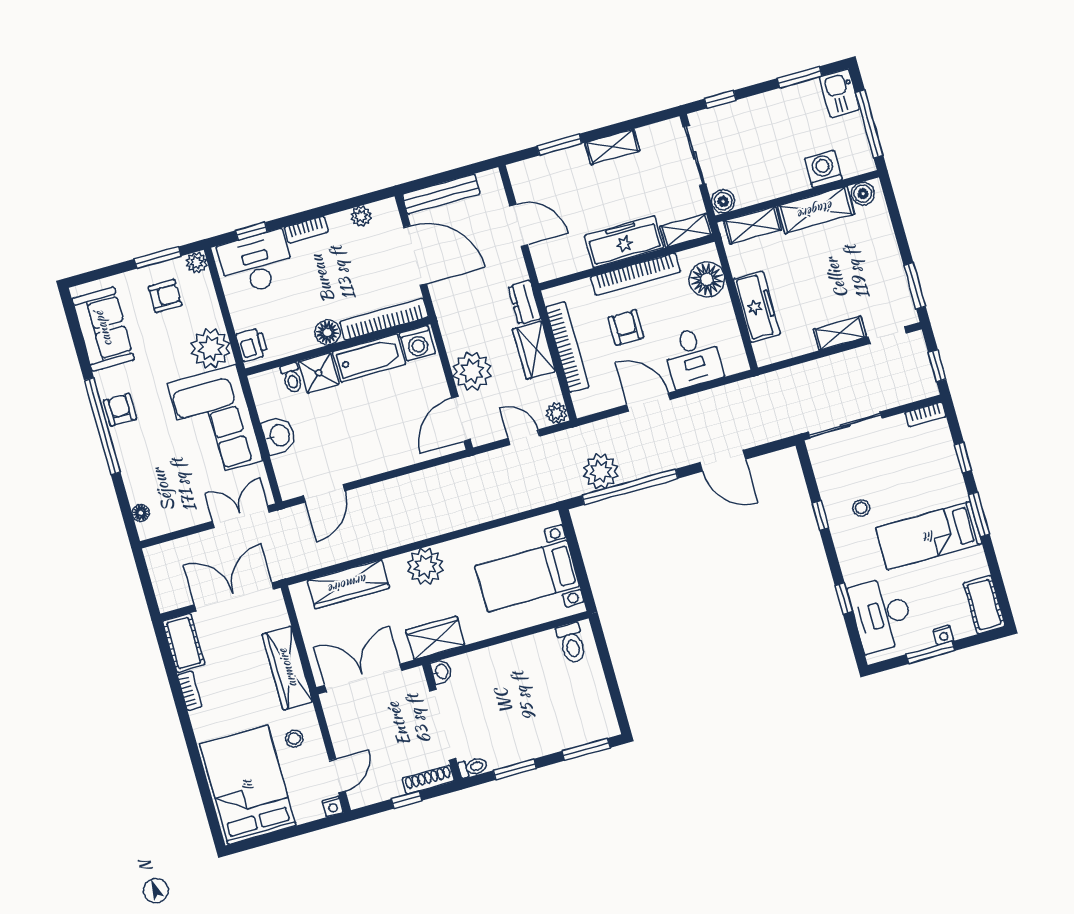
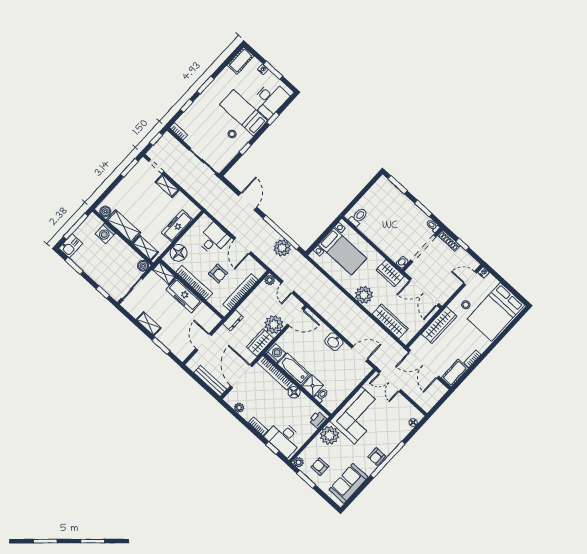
armchair: (626, 327) -> (218, 273), turned -90
wardrobe: (534, 350) -> (260, 343), moved, turned 180
washbasin: (279, 436) -> (334, 342), moved, turned -90
bed: (929, 536) -> (244, 113), moved, turned 180

